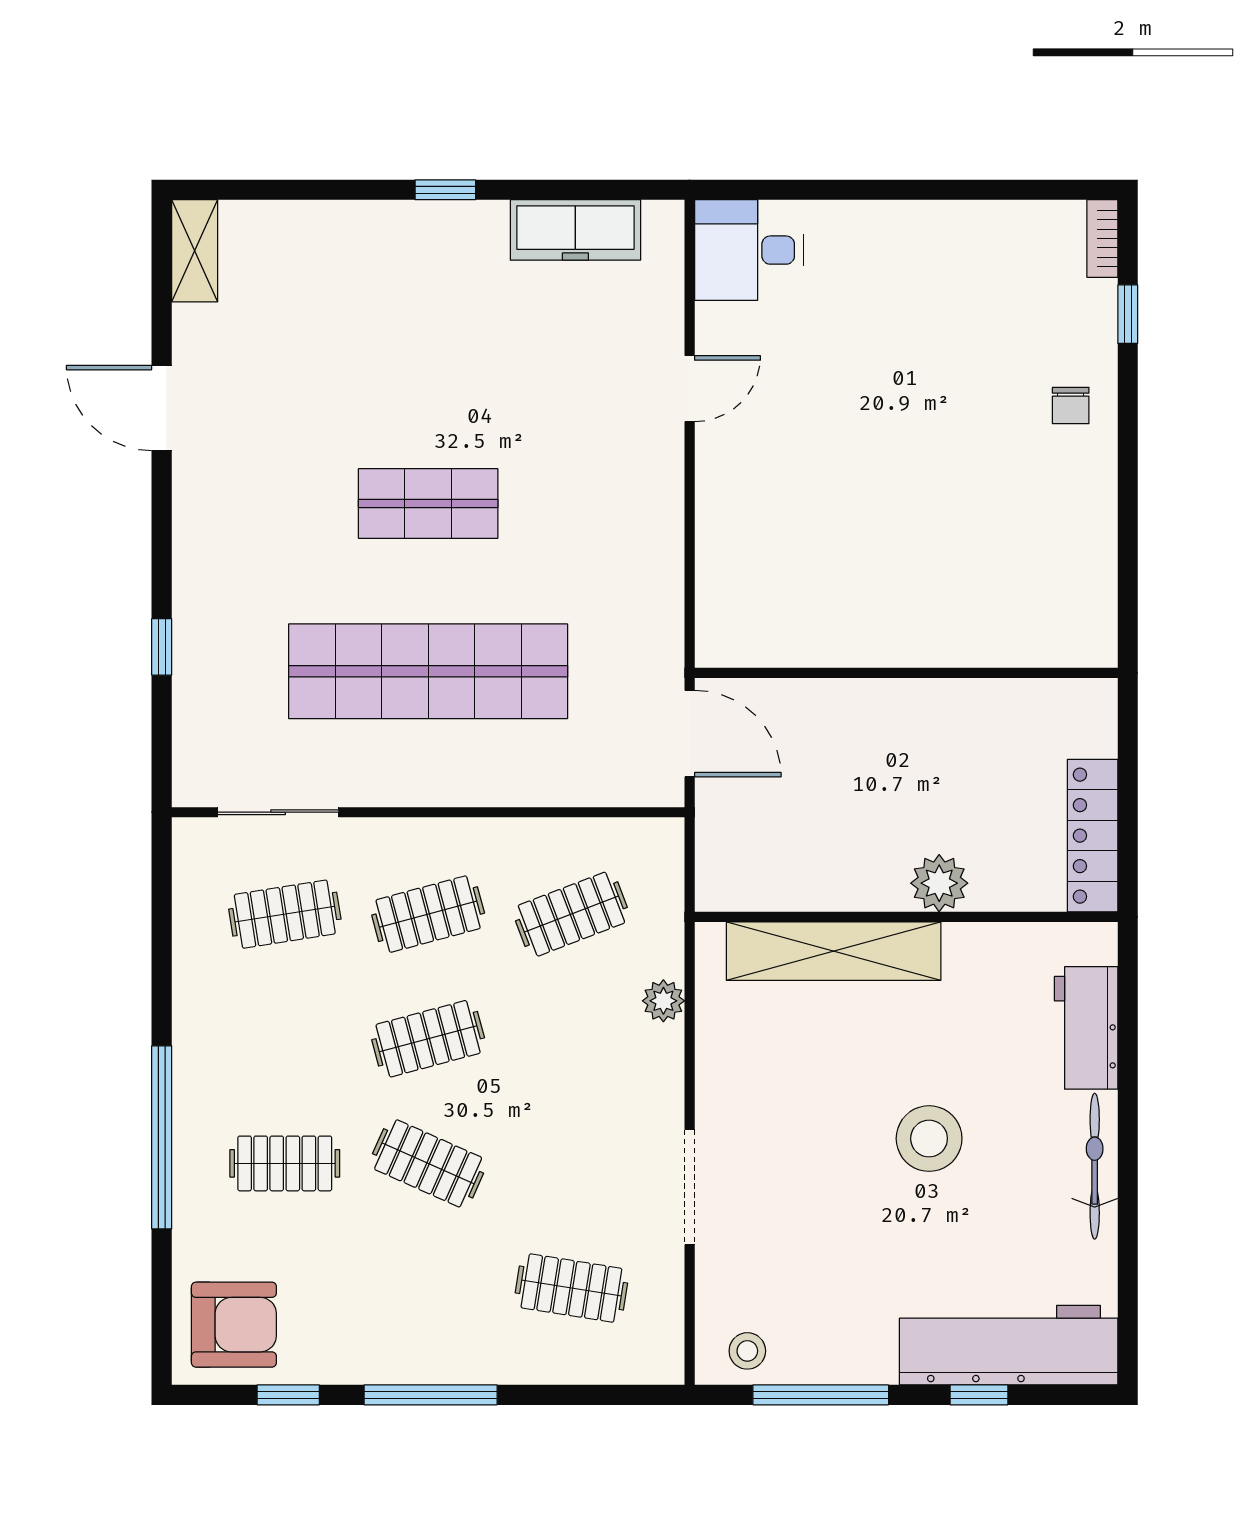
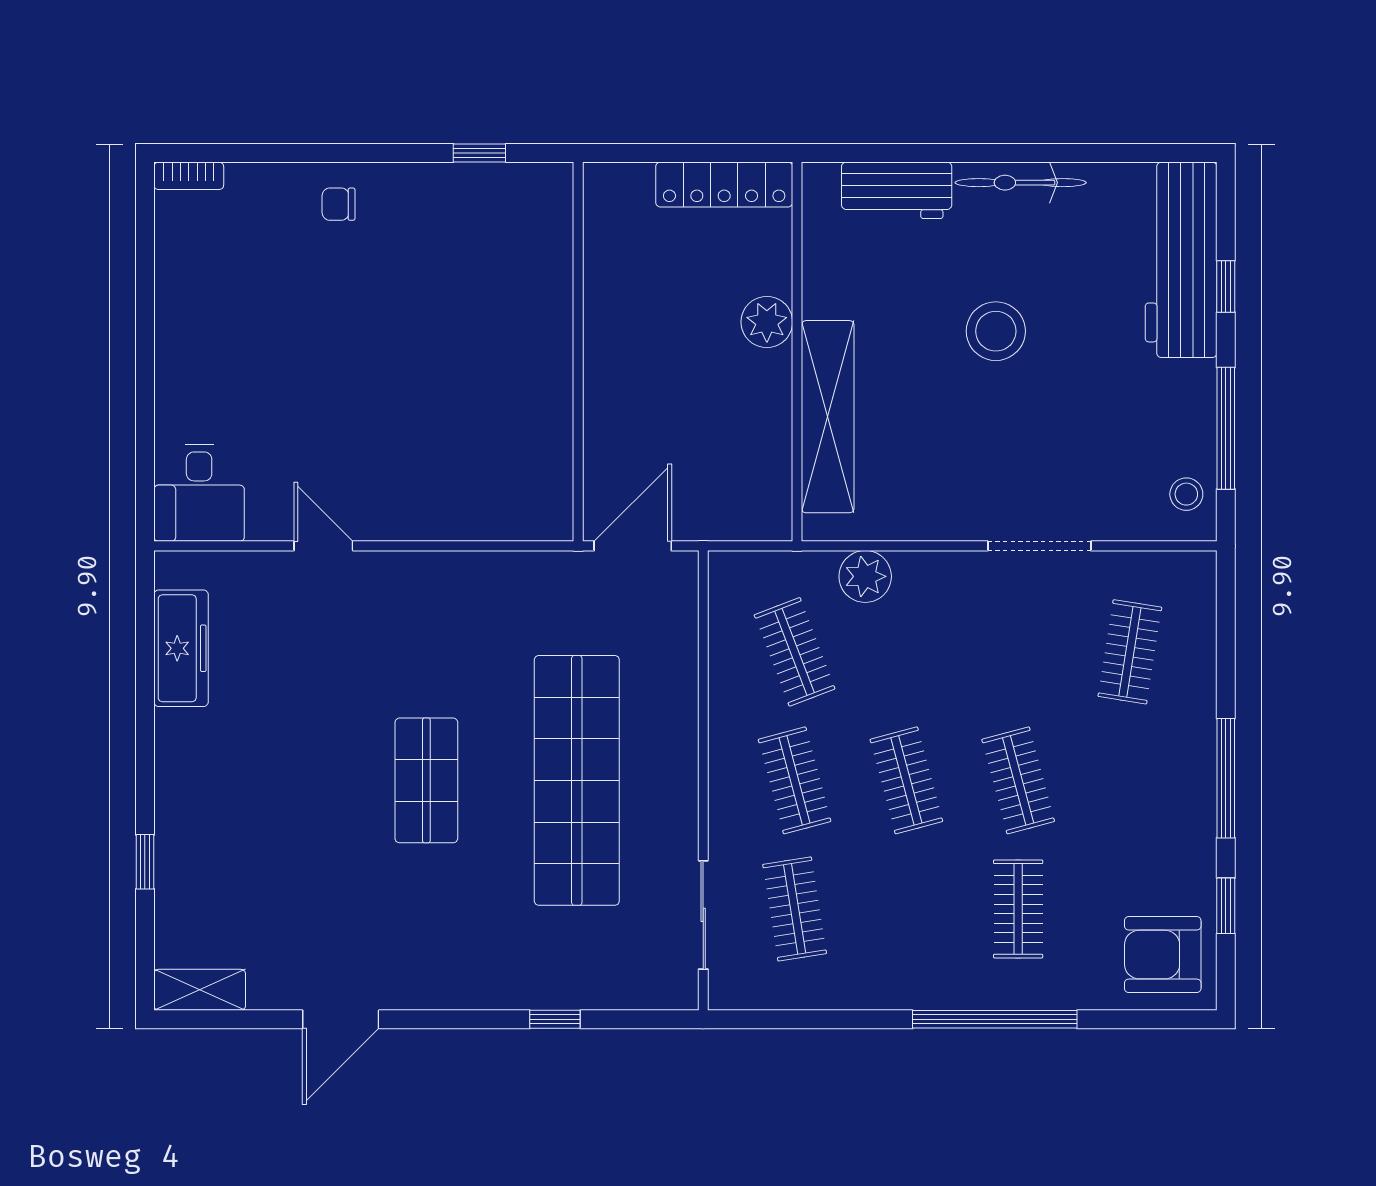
window: (445, 190) -> (145, 862), moved
window: (1128, 314) -> (479, 153), moved
chair: (1071, 406) -> (338, 204), turned 180
plant: (663, 1001) -> (865, 576), width x1.38, depth x1.38
clothes rail: (428, 1163) -> (1018, 780), turned -39
armchair: (234, 1325) -> (1163, 955), turned -90

